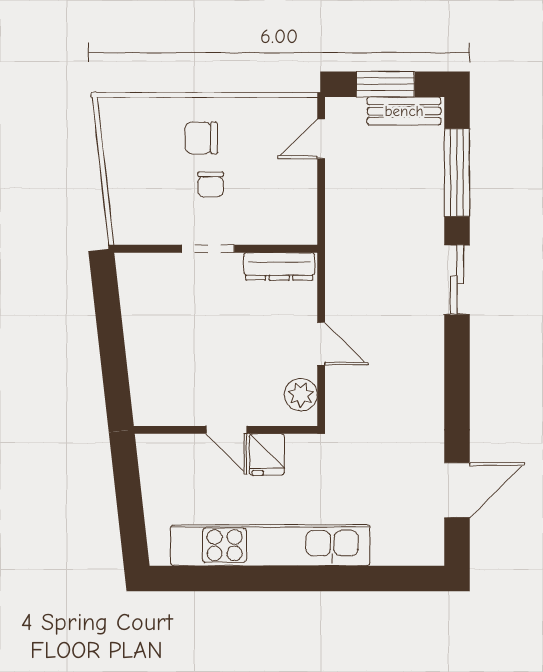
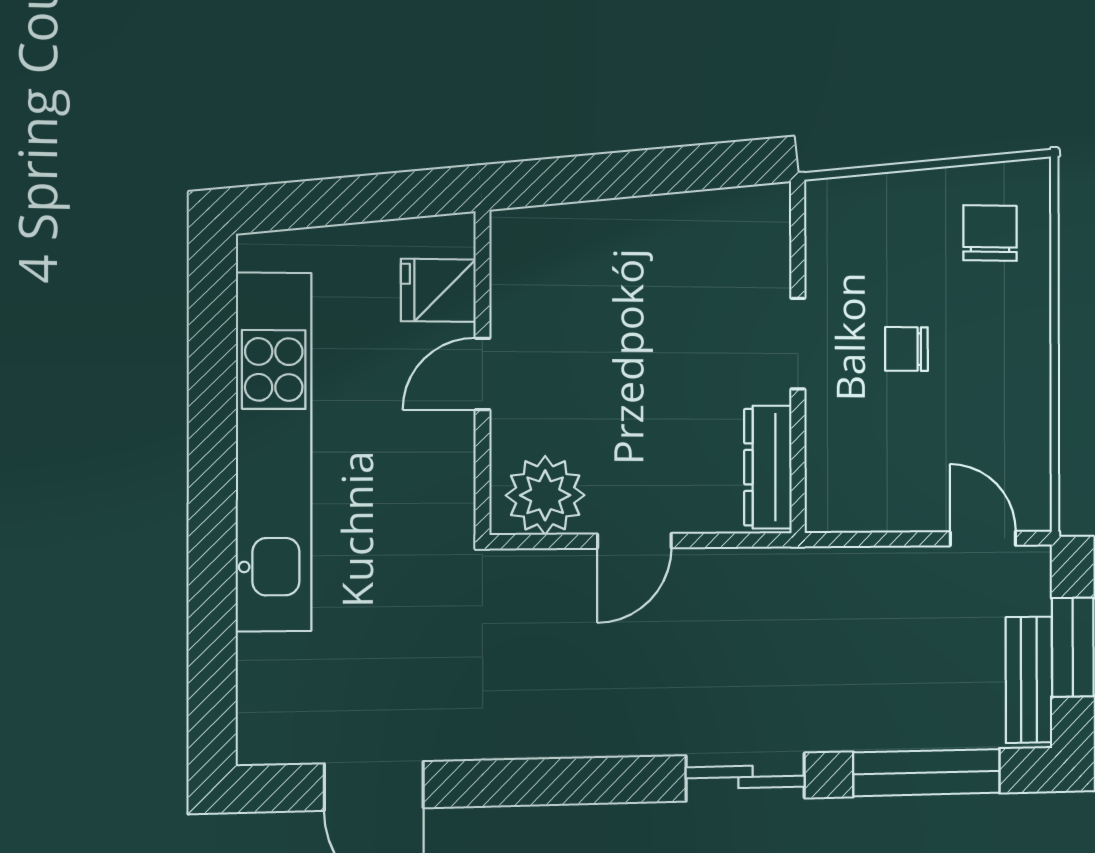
chair: (201, 138) -> (990, 233), moved
plant: (301, 395) -> (545, 495), width x1.36, depth x1.36
fridge: (267, 455) -> (438, 290), moved

